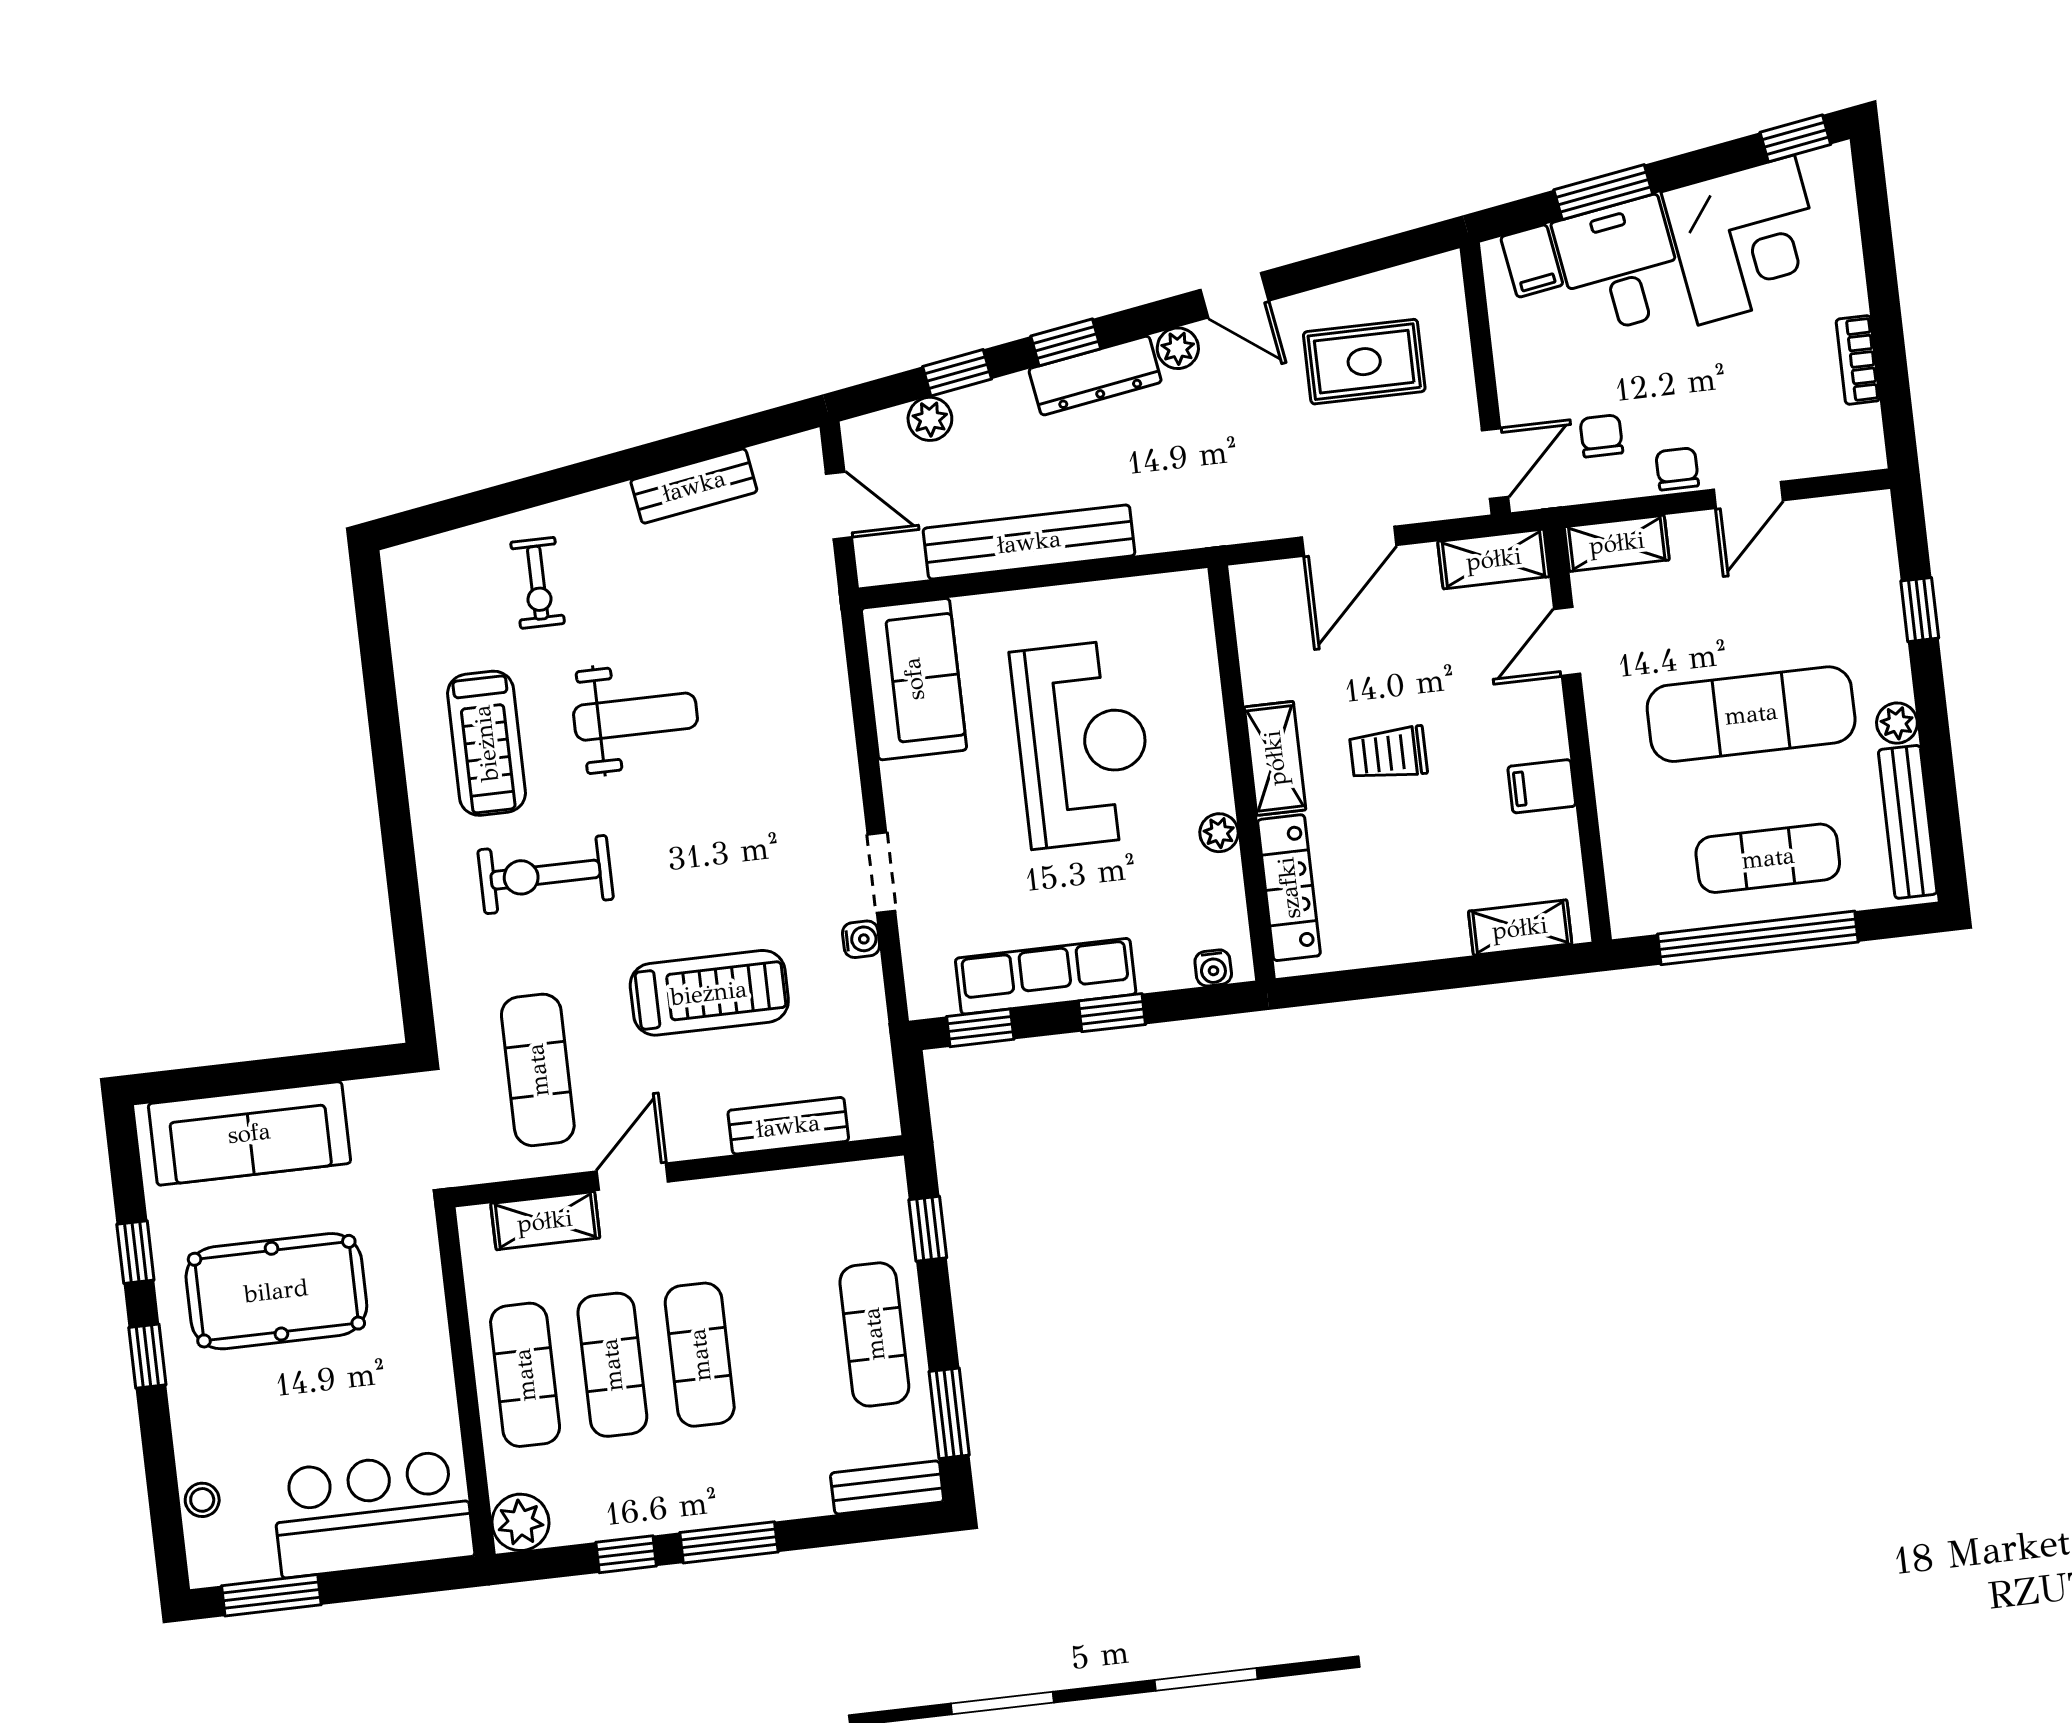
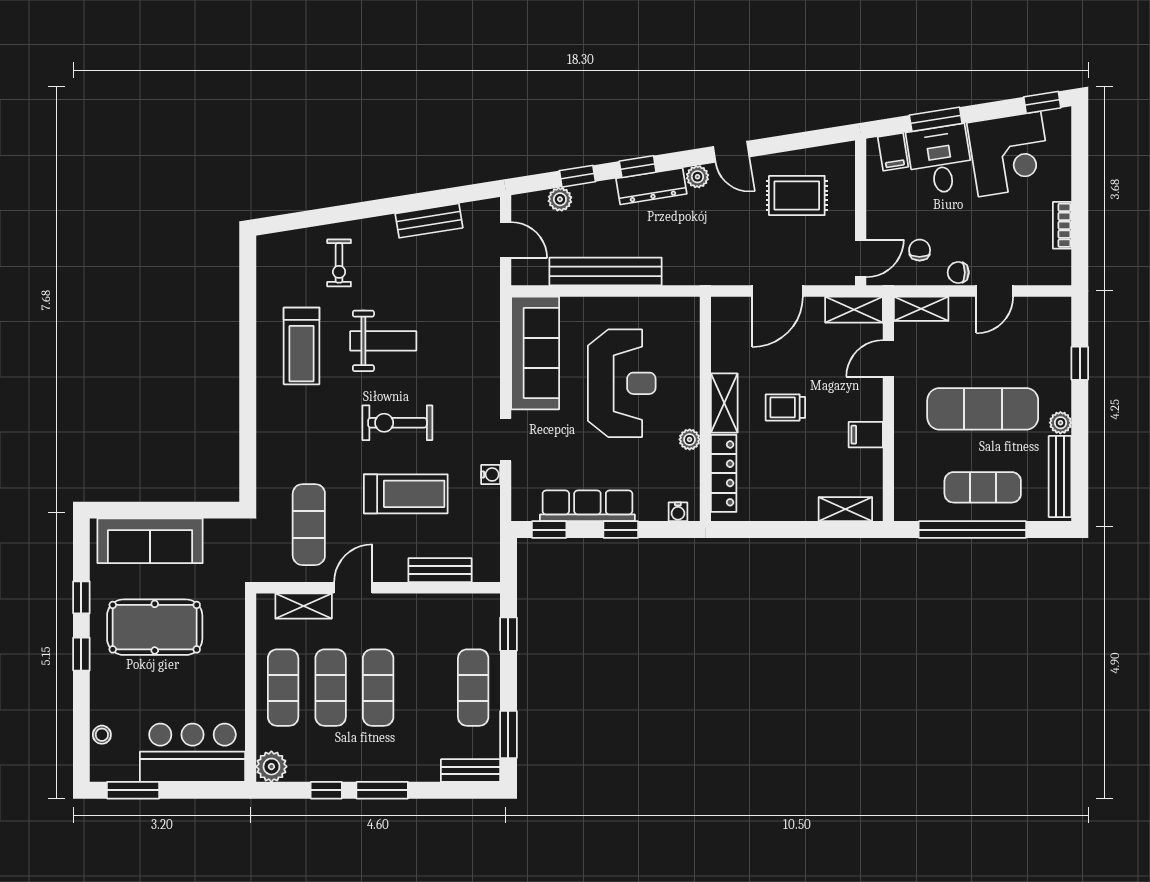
chair: (1677, 469) -> (958, 272), turned -90
sofa: (914, 679) -> (535, 353), width x1.36
exercise bike: (546, 875) -> (397, 423), moved

